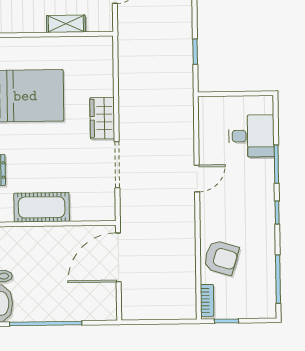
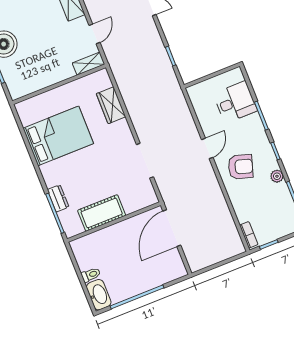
shelving: (66, 24) -> (89, 64), moved
wardrobe: (102, 118) -> (111, 105), moved
plant: (267, 243) -> (277, 176), added
armchair: (221, 258) -> (241, 167), moved

